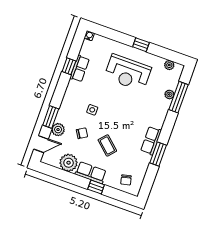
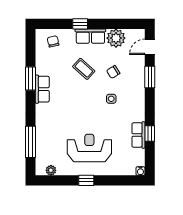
plant: (169, 94) -> (40, 141), removed
plant: (58, 130) -> (138, 67), removed

